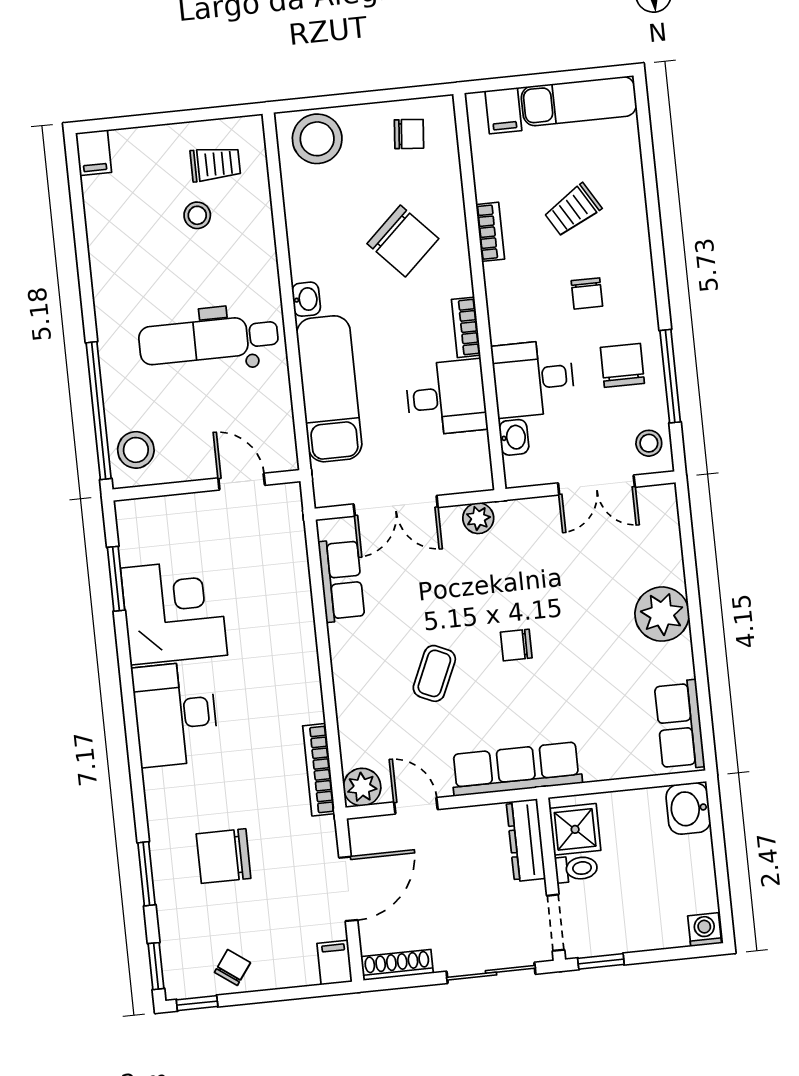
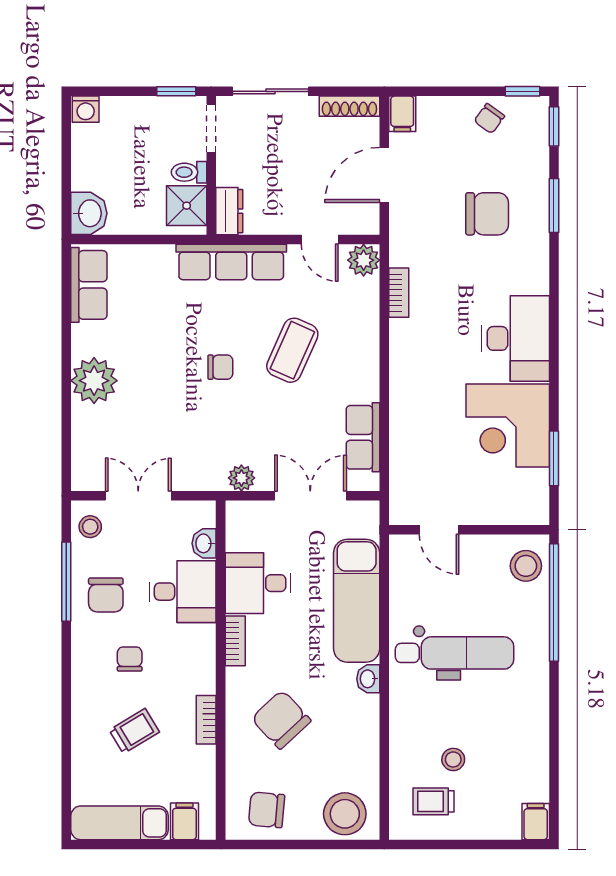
chair: (409, 134) -> (267, 810), width x1.37, depth x1.37
coffee table: (434, 673) -> (292, 350), width x1.36, depth x1.30
bookcase: (319, 770) -> (399, 293), width x0.64
dresser: (526, 840) -> (229, 211), width x0.70

